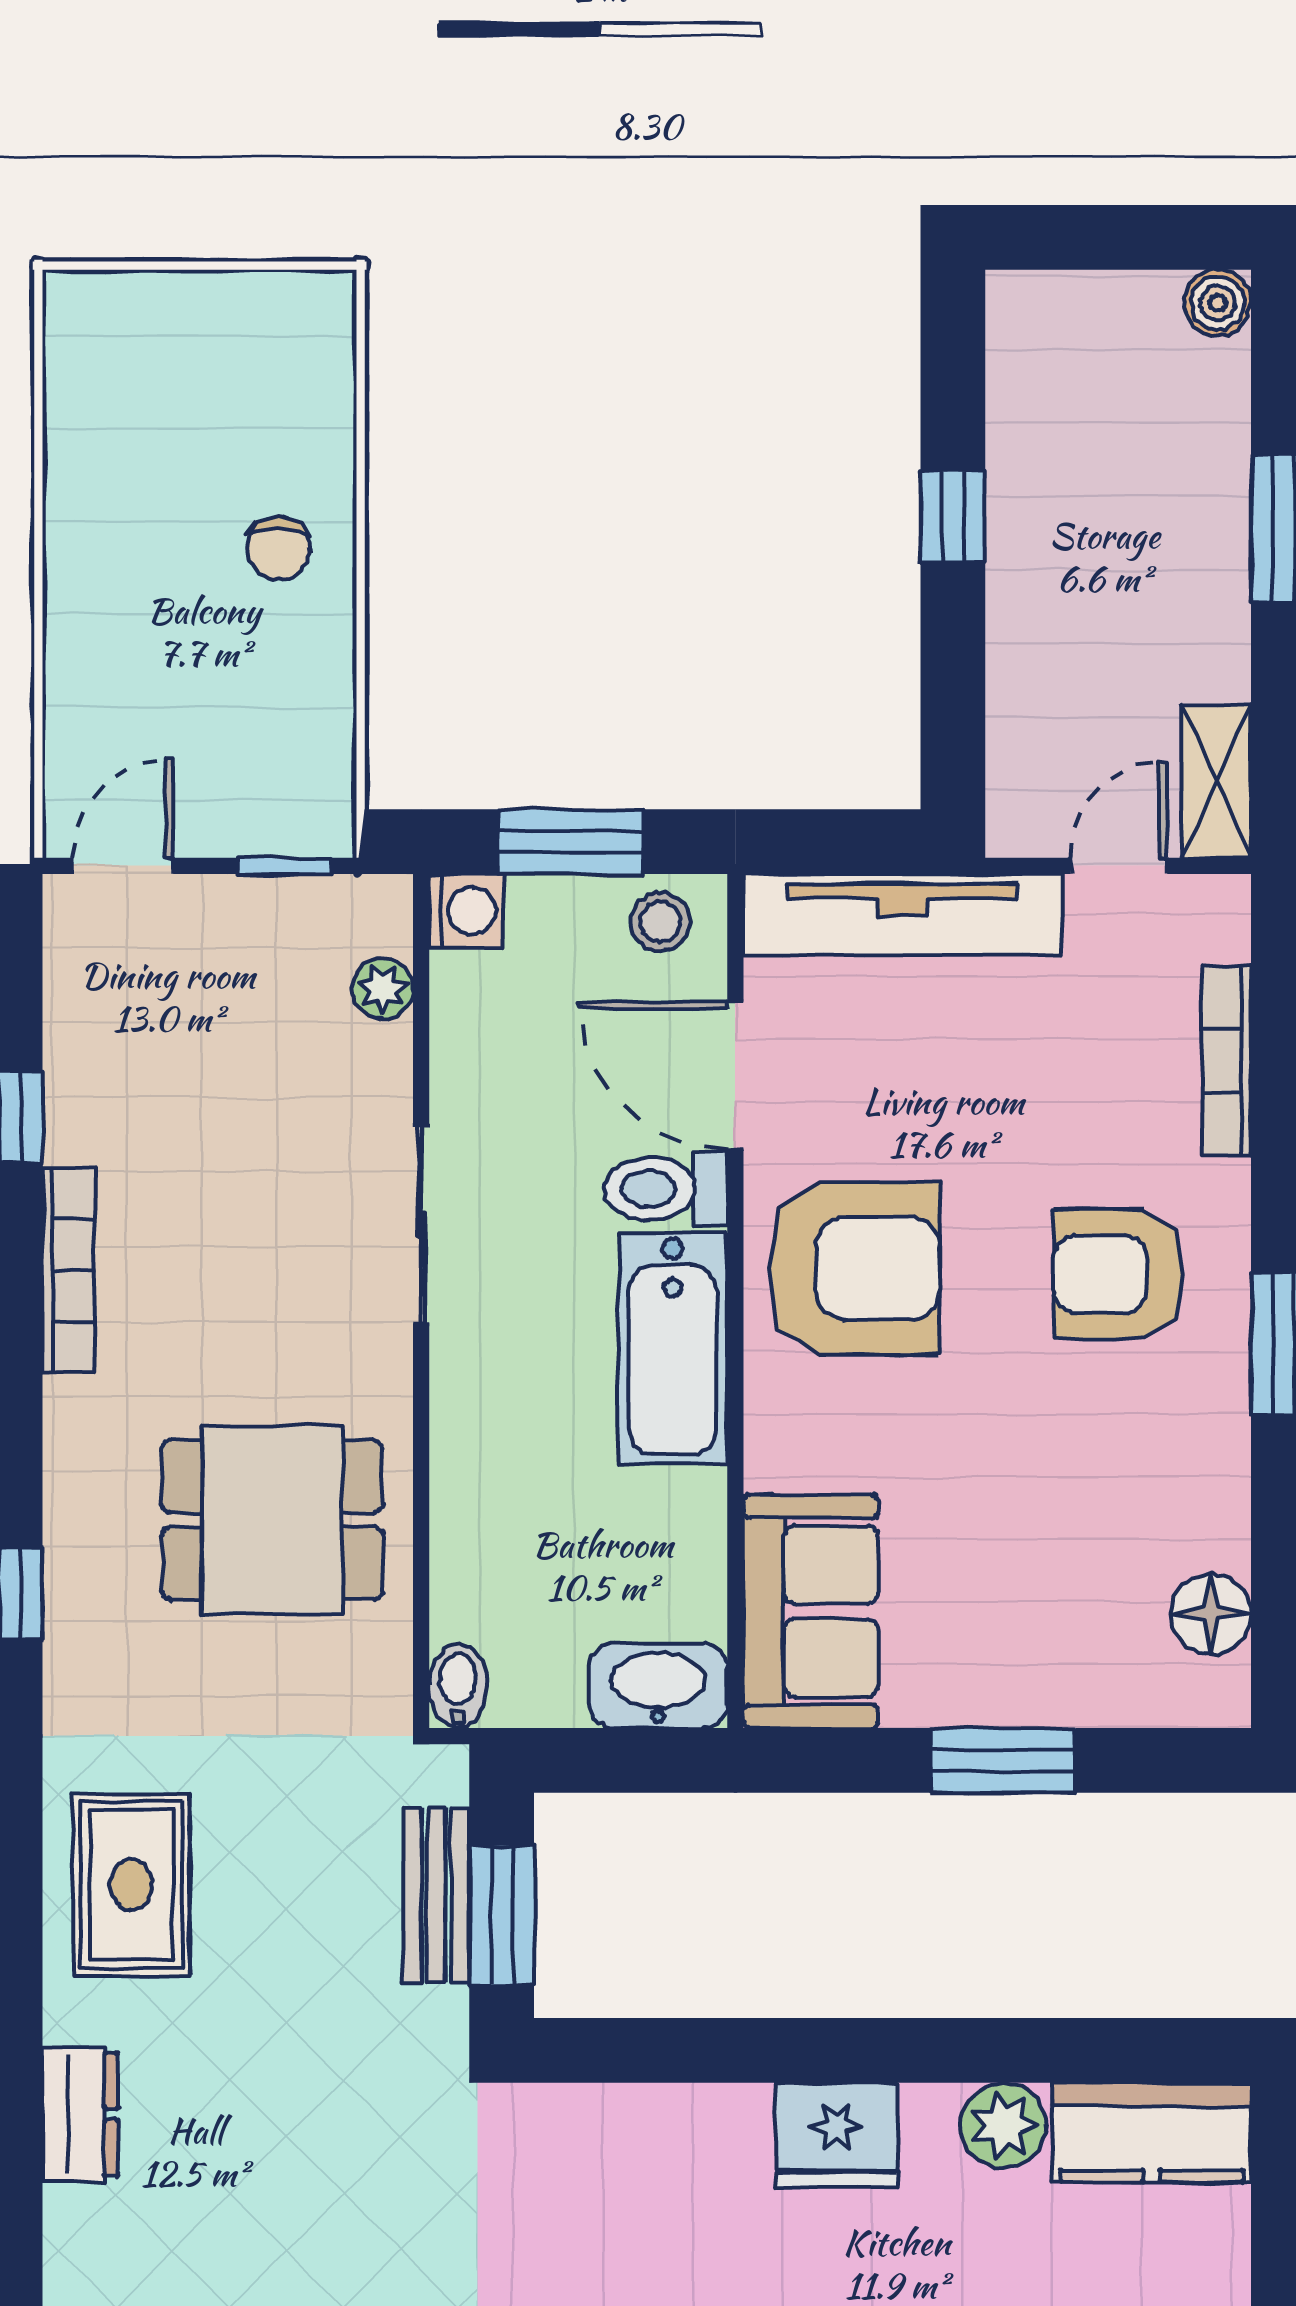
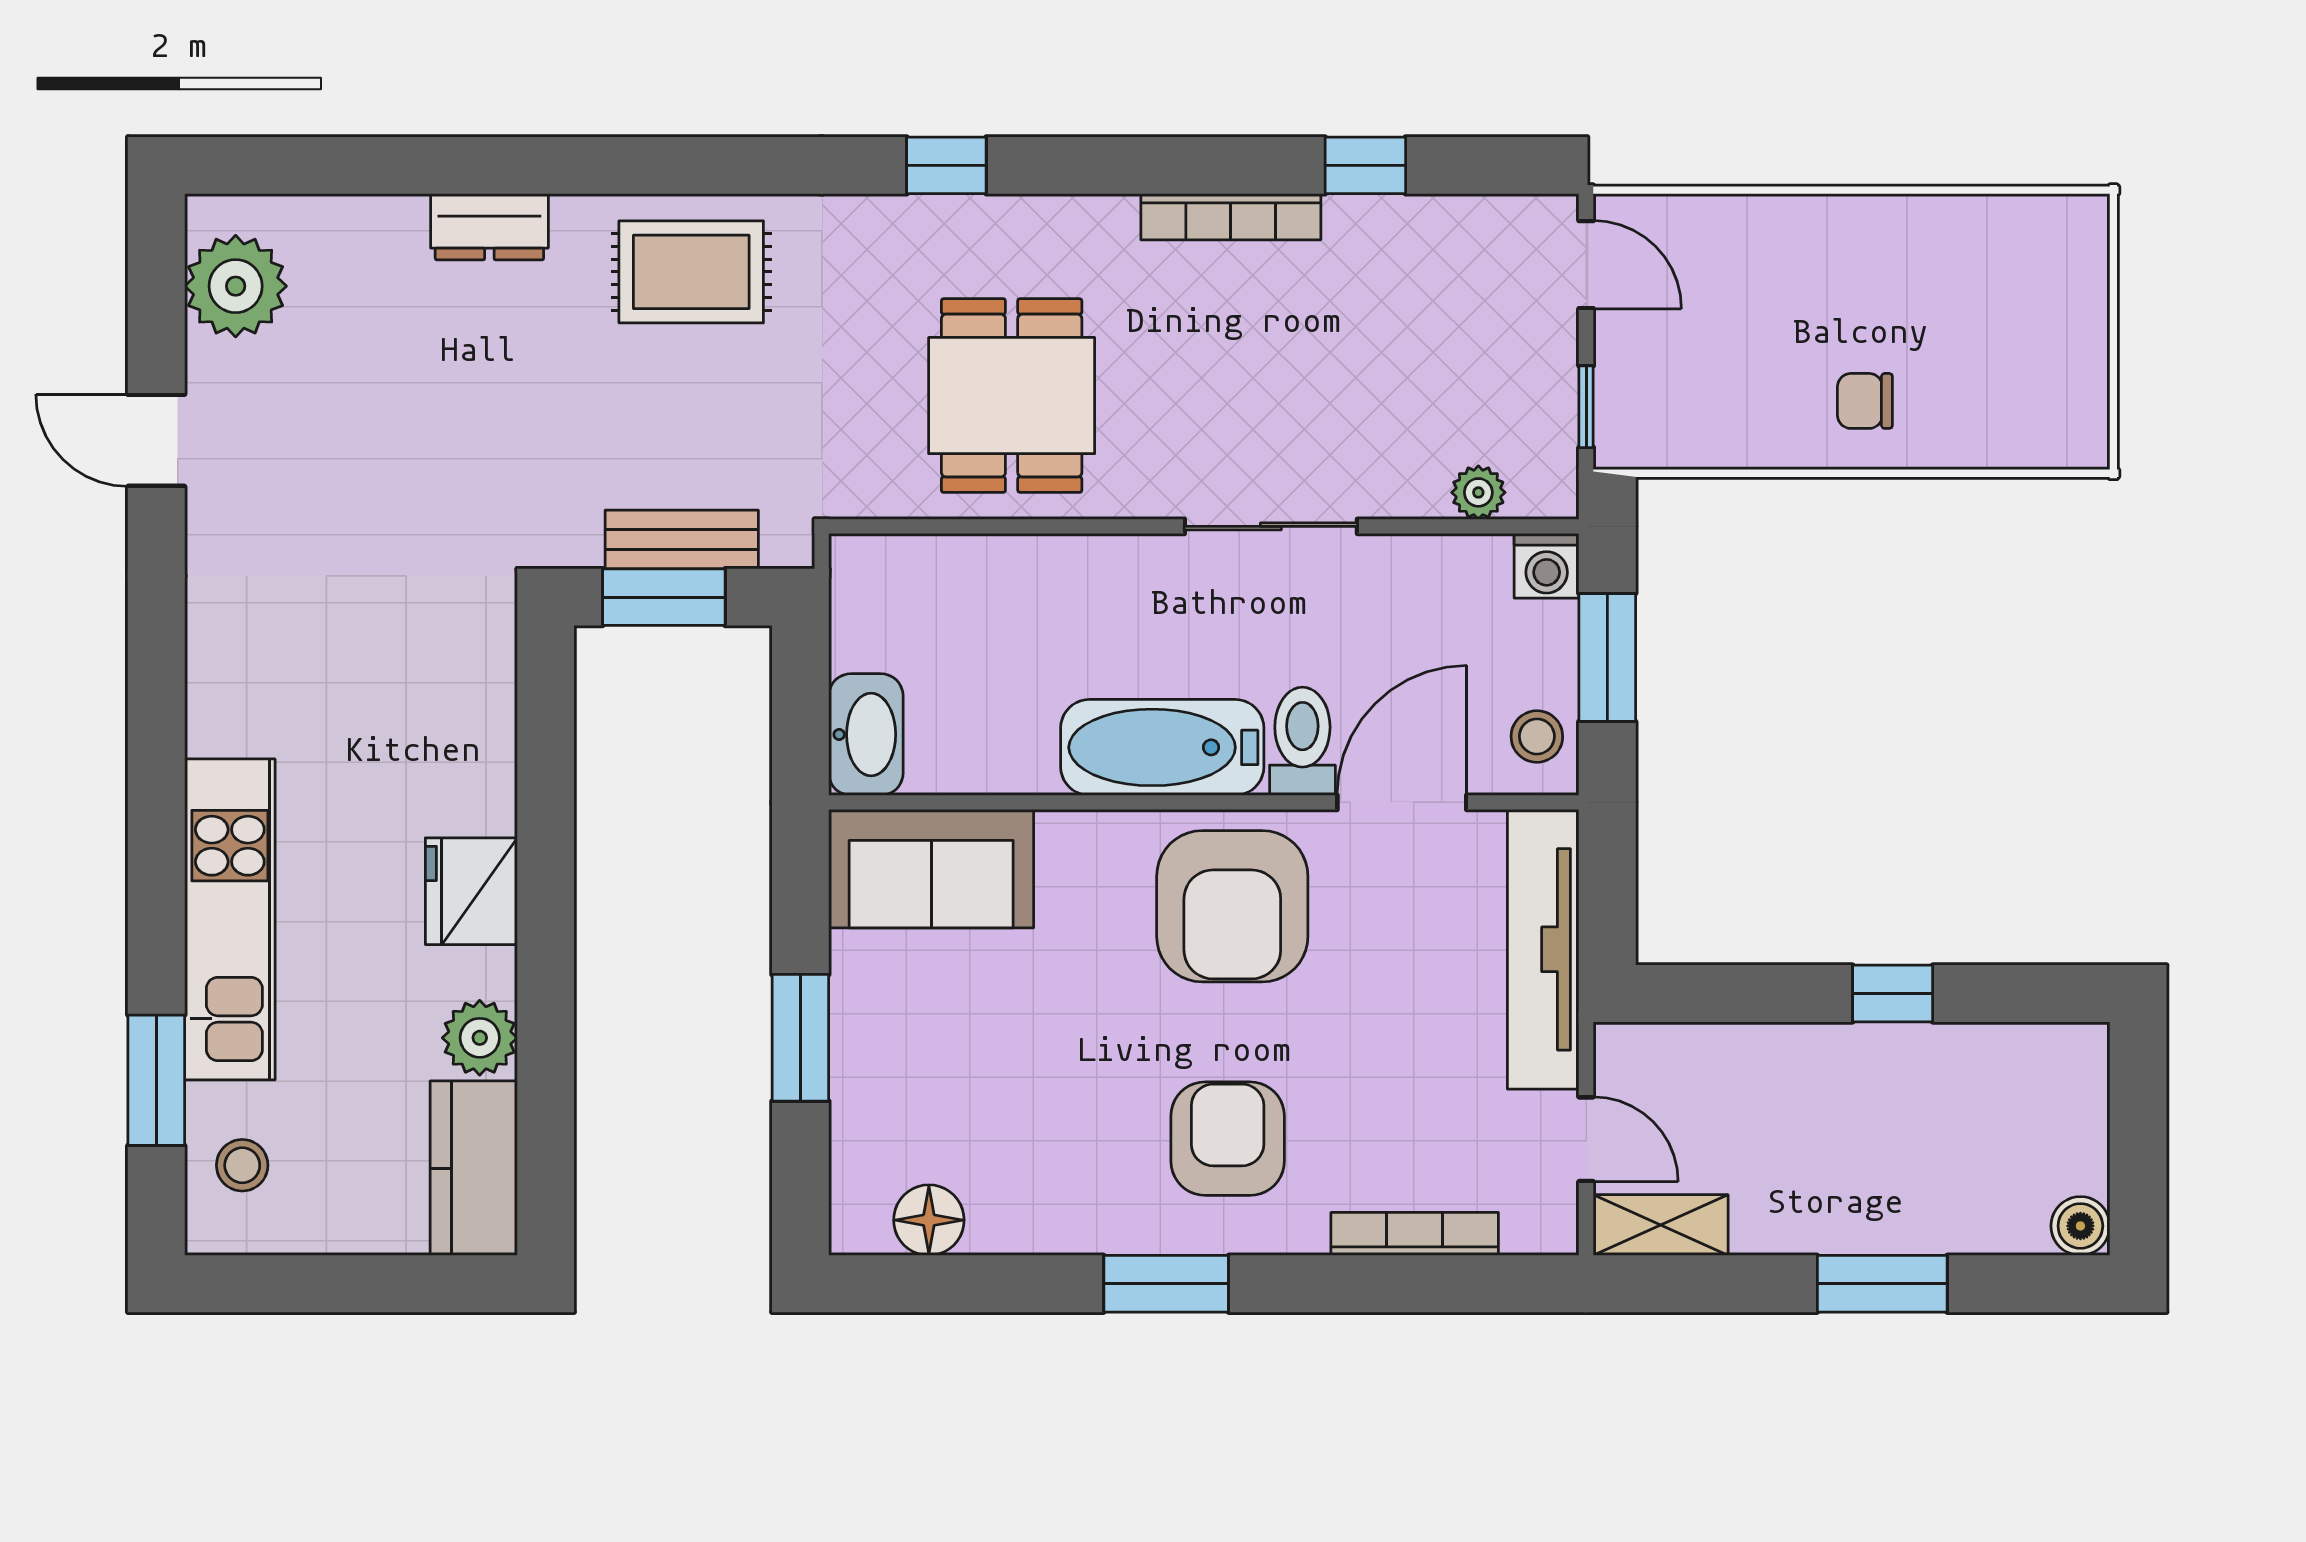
bidet: (458, 1686) -> (866, 559), removed

